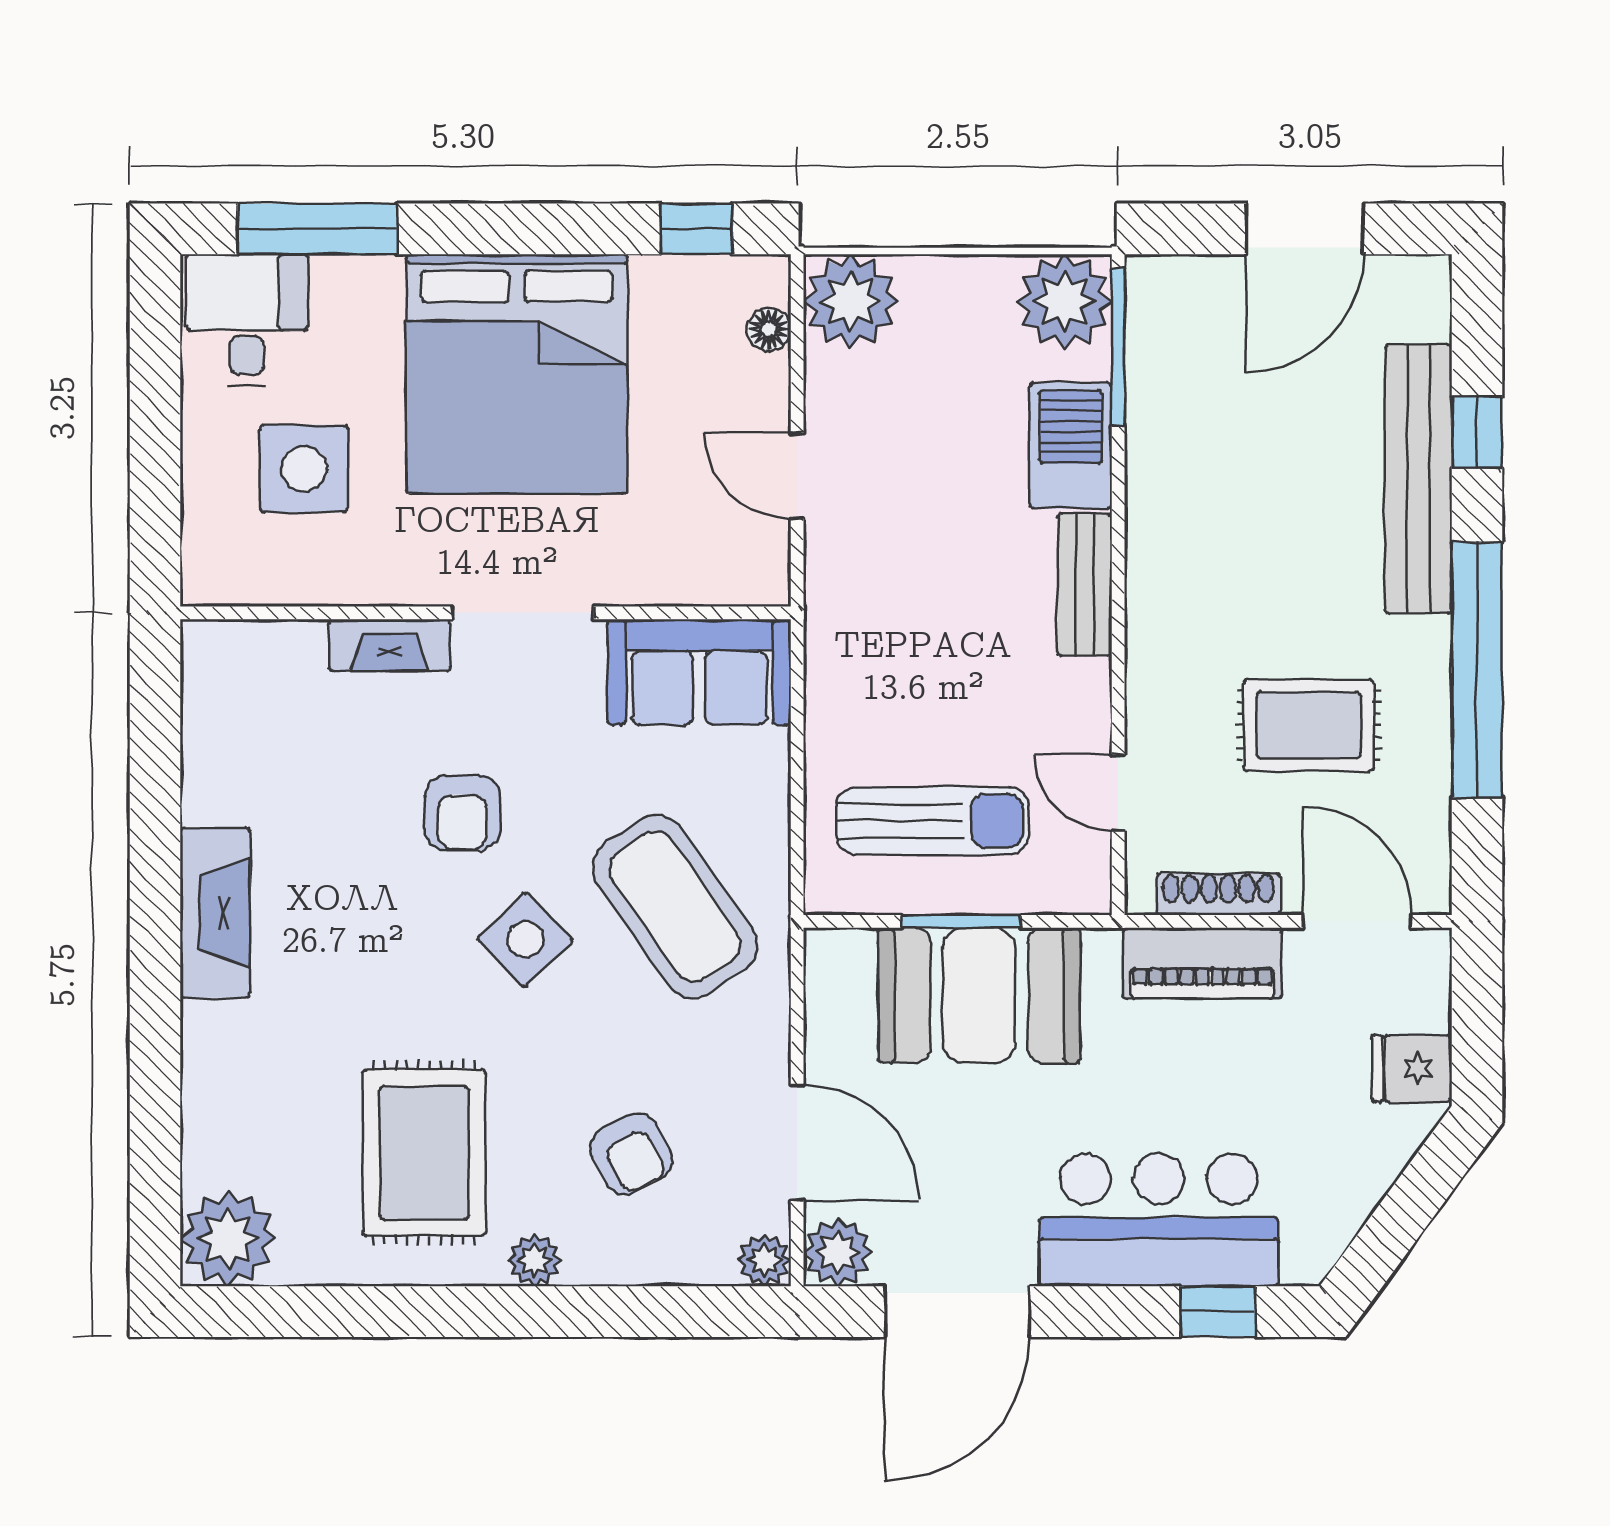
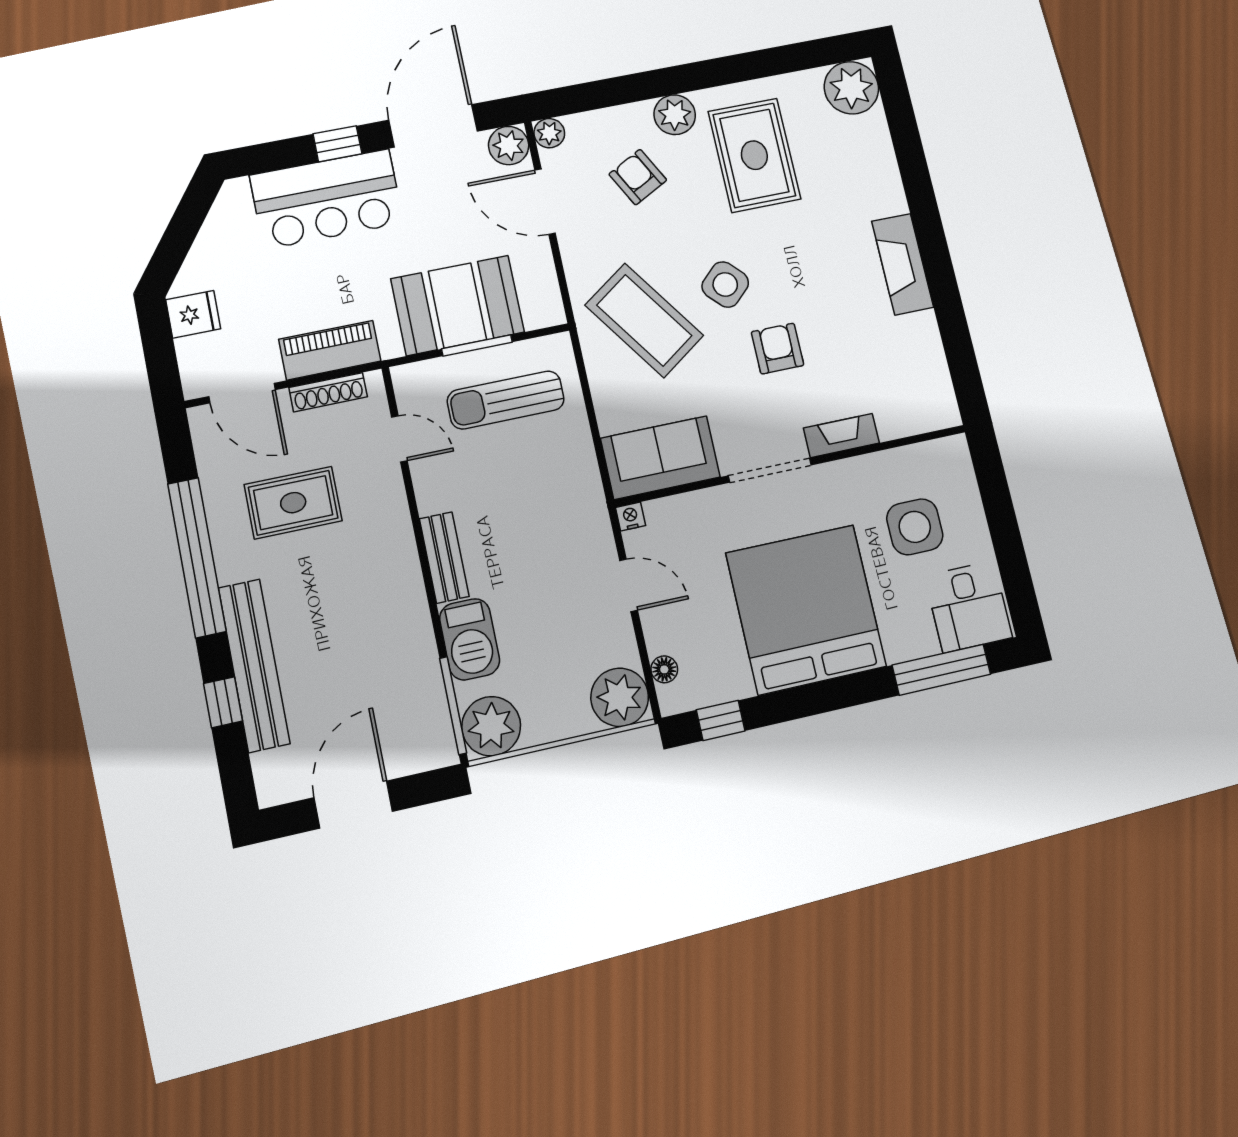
nightstand: (769, 586) -> (631, 516), added
plant: (535, 1260) -> (675, 115), width x1.38, depth x1.38
window: (1218, 1312) -> (337, 144), moved

